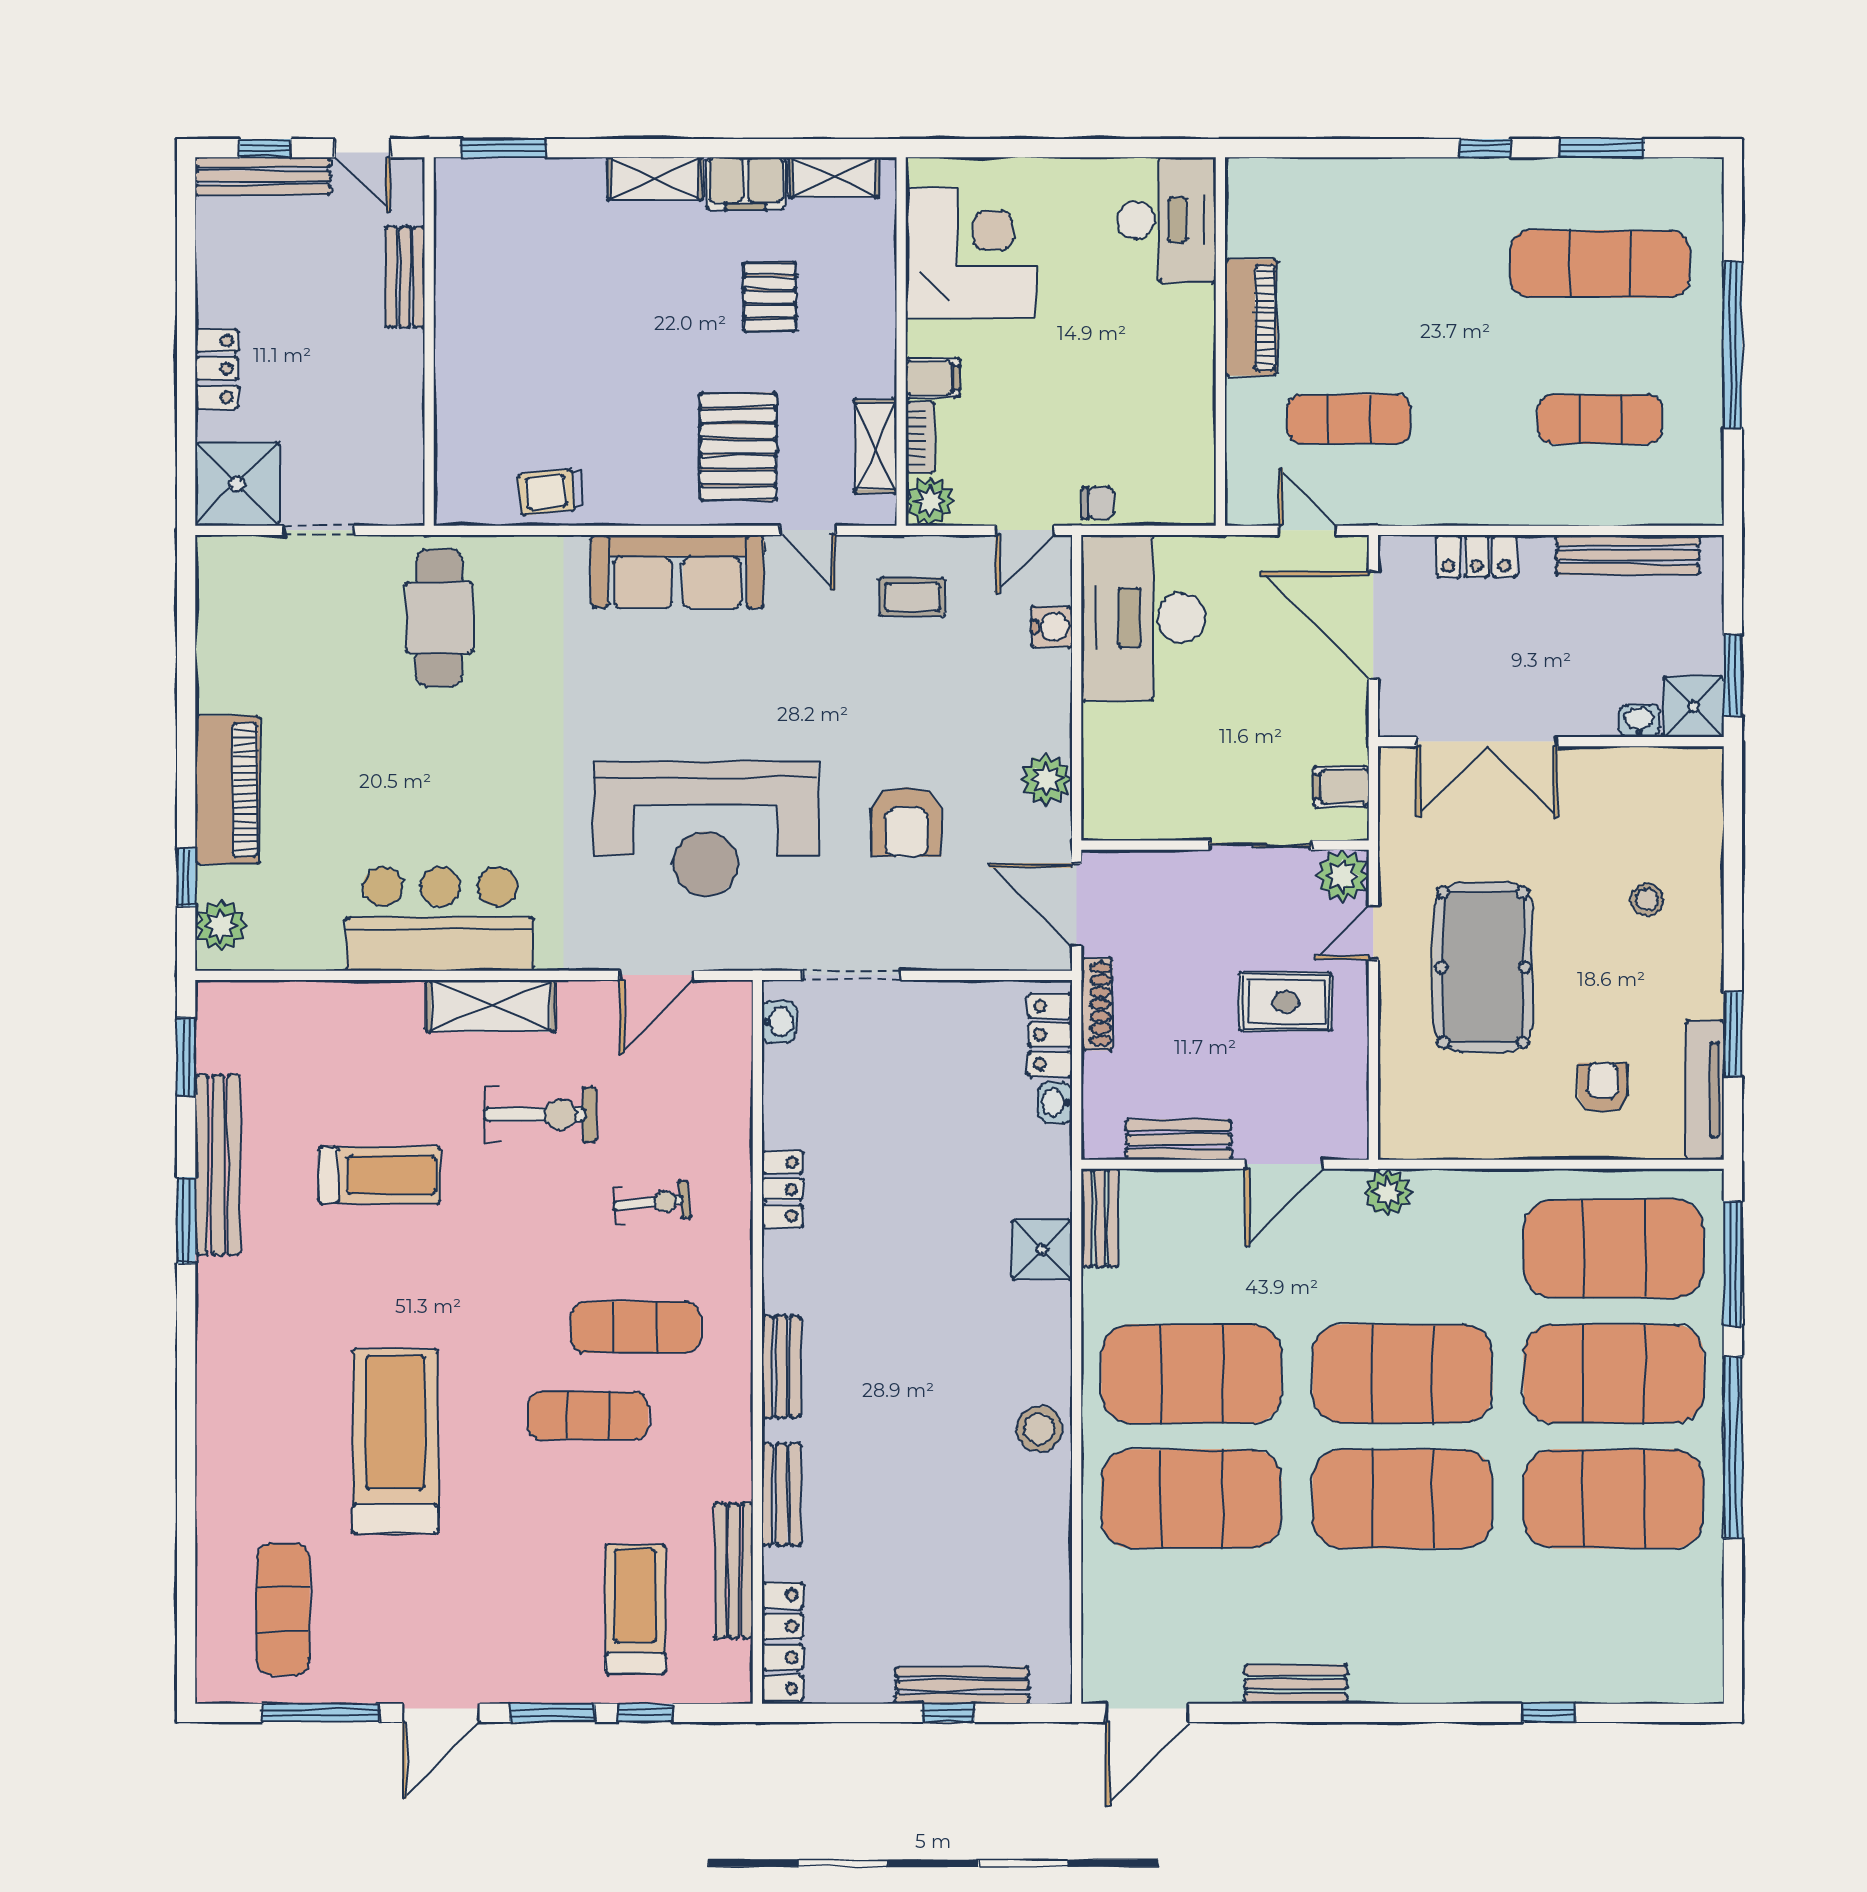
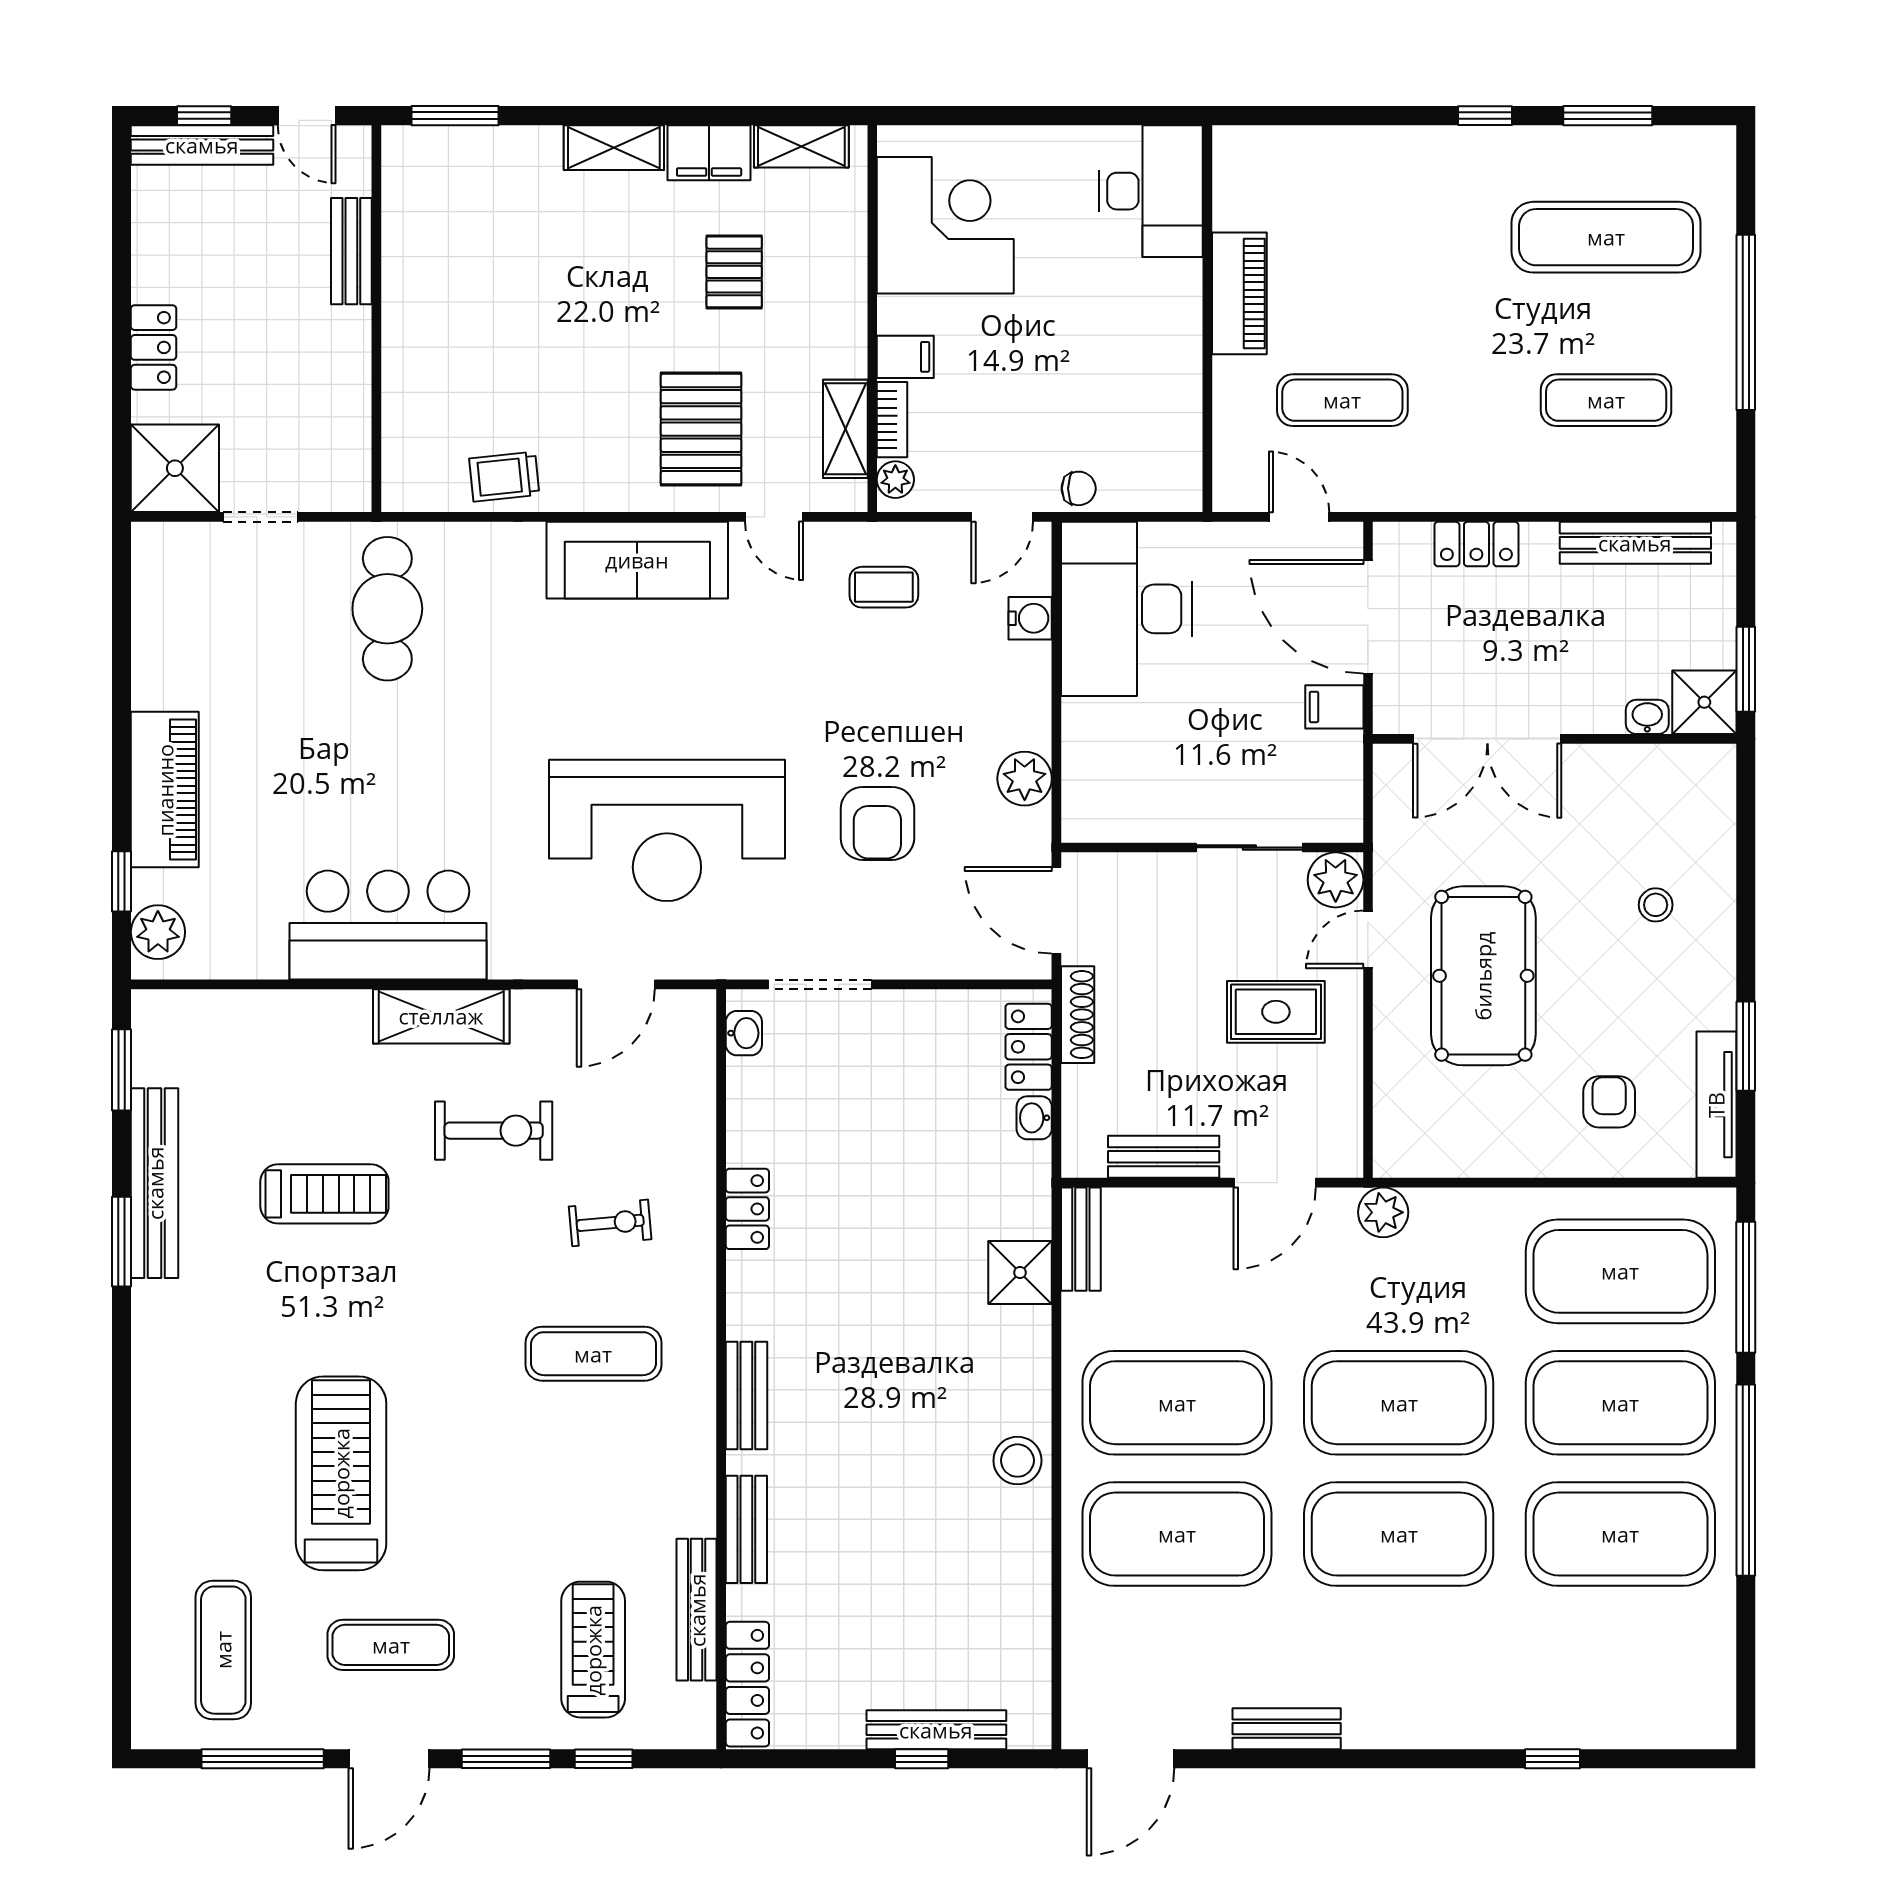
plant: (930, 501) -> (895, 480), width x0.73, depth x0.73
filing cabinet: (1341, 787) -> (1334, 707), moved
exercise mat: (588, 1416) -> (391, 1645), moved

